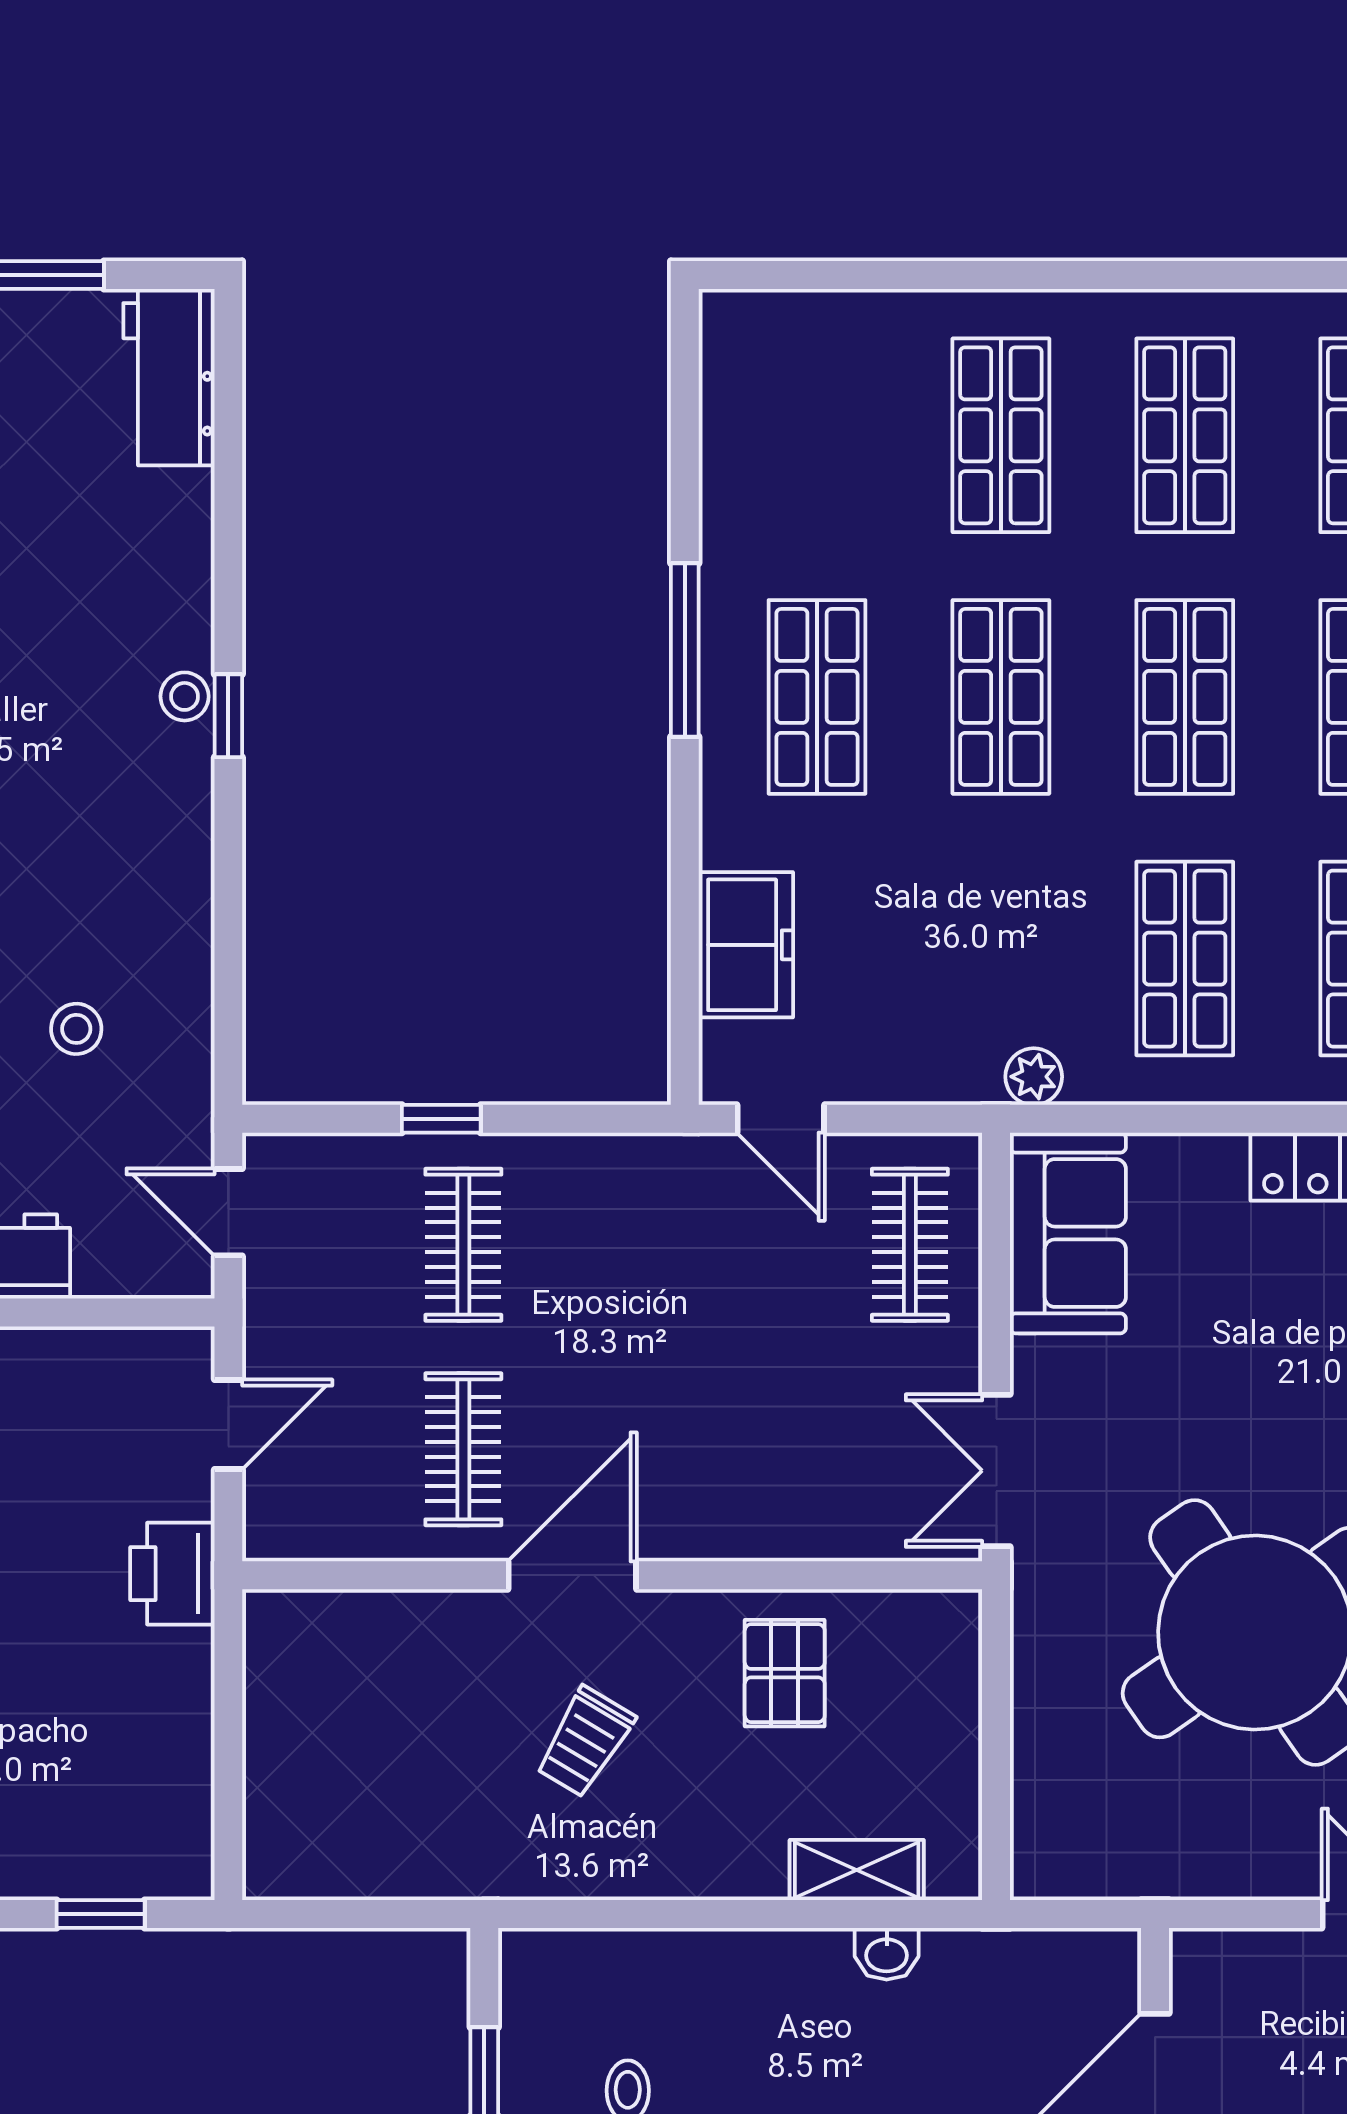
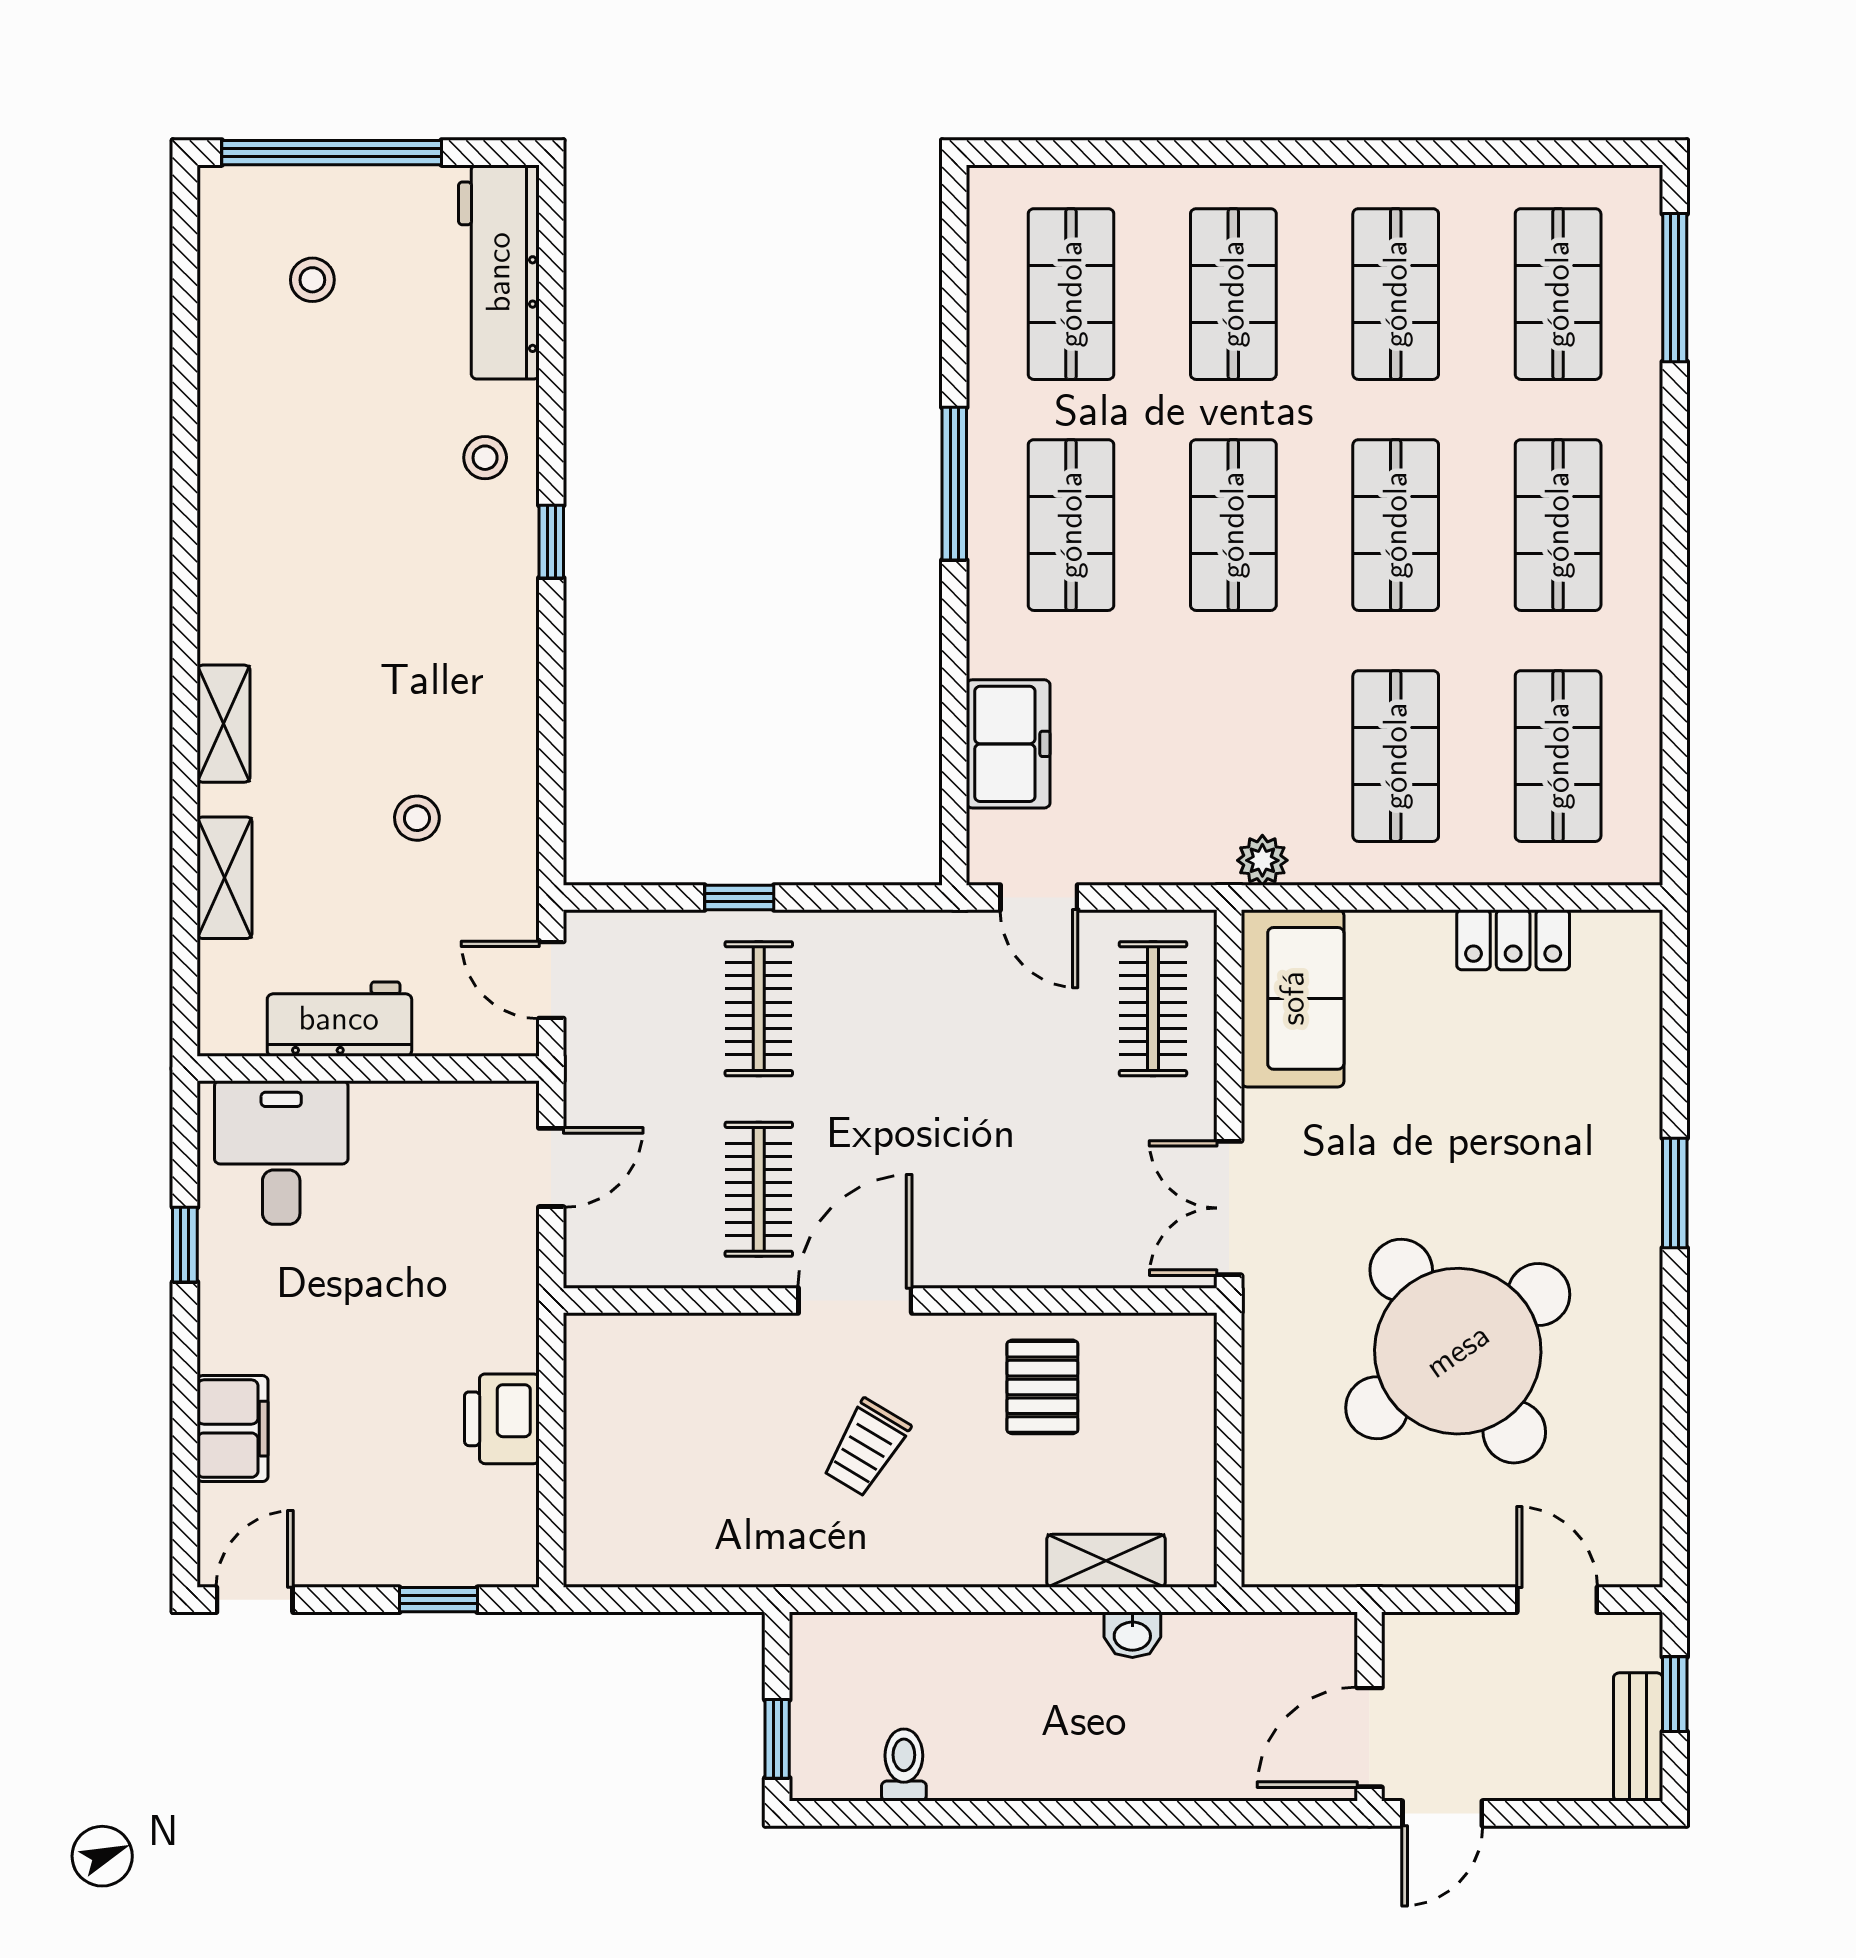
workbench: (169, 377) -> (499, 272), width x1.38
shop shelf: (817, 435) -> (1071, 294), added
stool: (185, 696) -> (485, 458), moved
printer: (172, 1574) -> (502, 1419), moved

